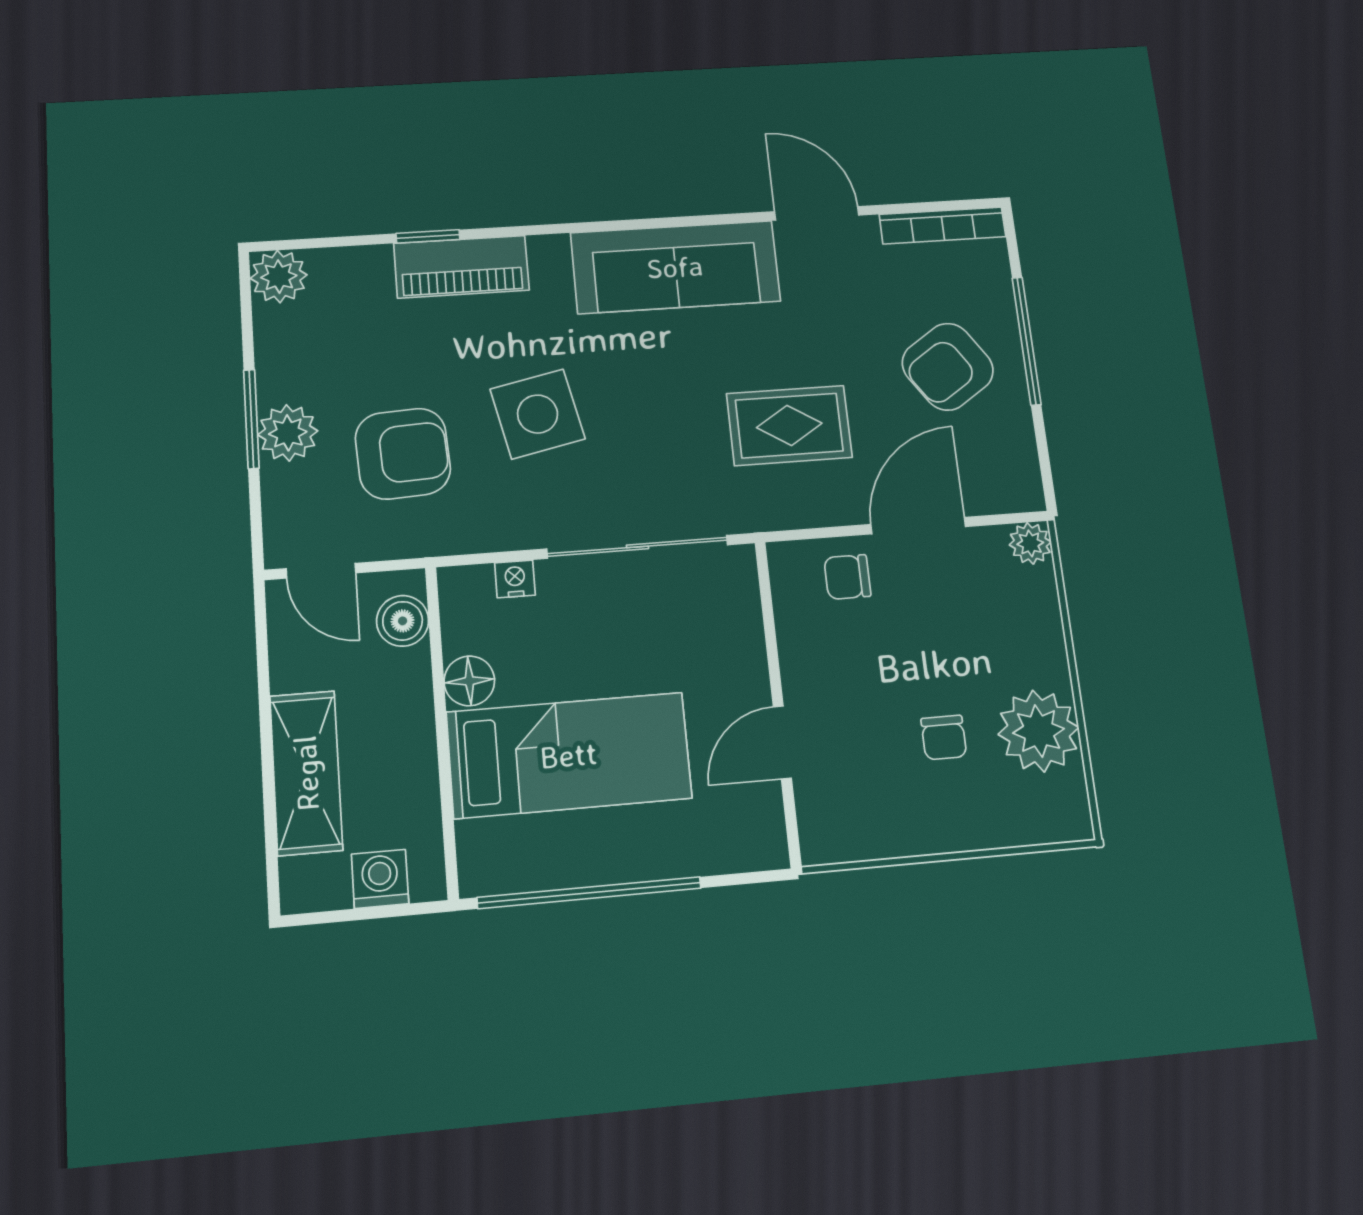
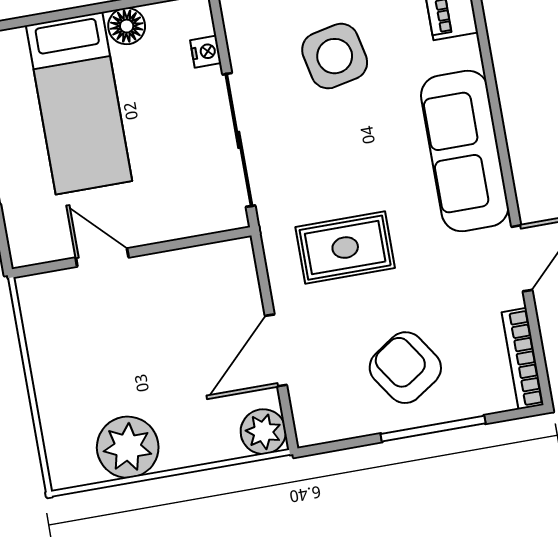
rug: (789, 425) -> (345, 248), turned 90
door: (918, 526) -> (276, 350), swing flipped
plant: (1030, 543) -> (263, 432), width x1.38, depth x1.38
chair: (847, 577) -> (231, 299), removed
chair: (944, 737) -> (116, 377), removed

